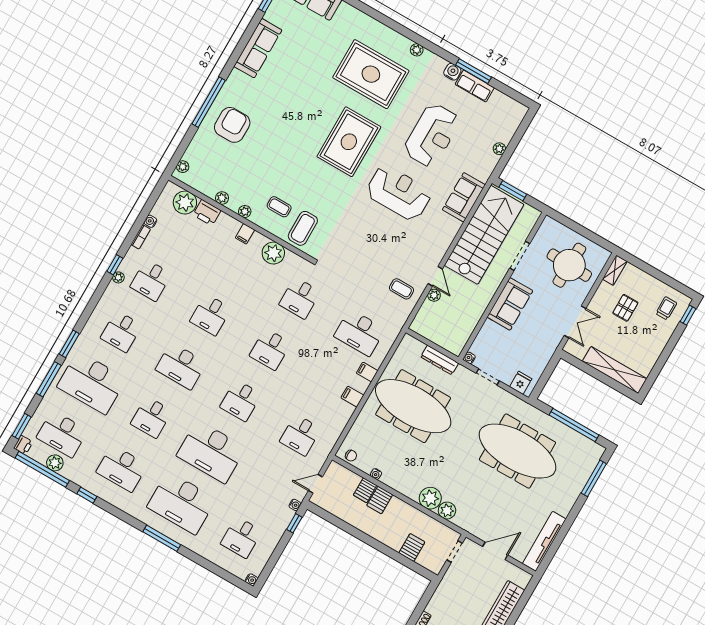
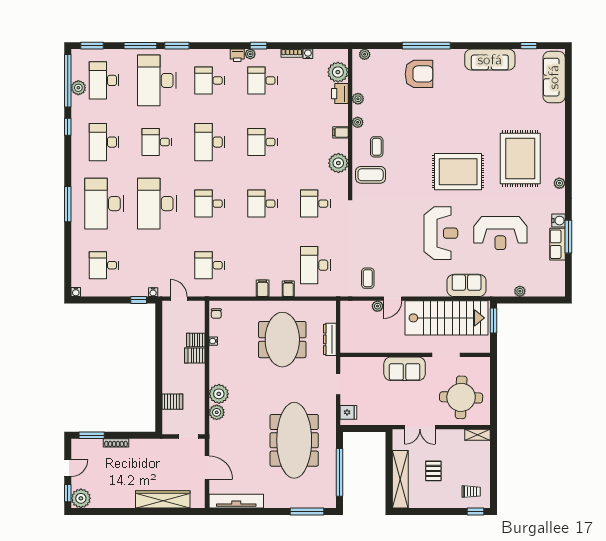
pallet: (625, 308) -> (433, 471), moved, turned 90
water cooler: (469, 358) -> (345, 361), removed
meeting table: (413, 406) -> (282, 340), width x0.73
printer: (23, 445) -> (237, 55), moved

